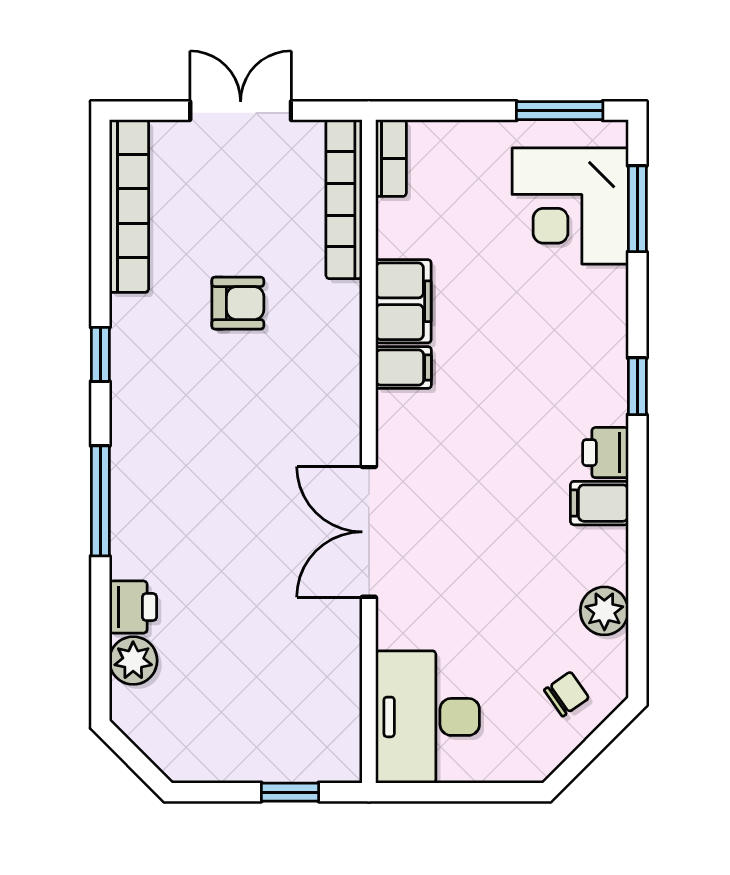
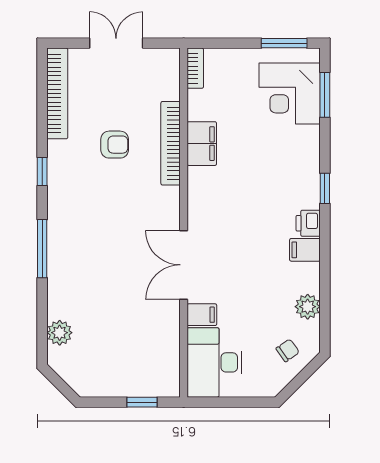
bookcase: (344, 199) -> (171, 143), moved
filing cabinet: (404, 368) -> (202, 315), moved
printer: (133, 607) -> (59, 305), removed

